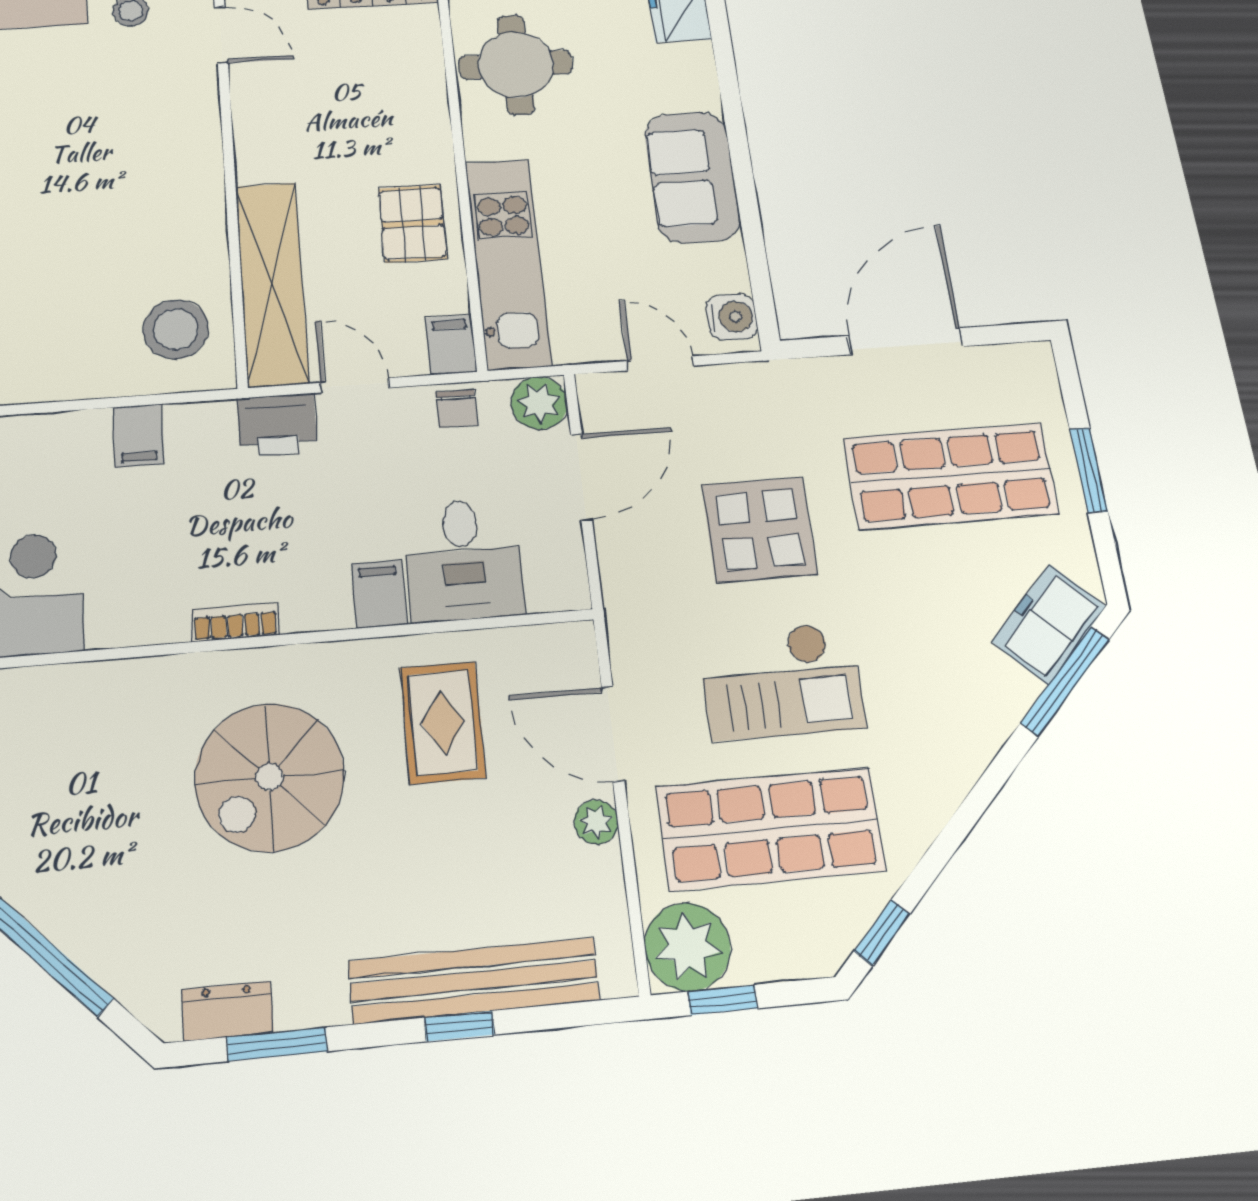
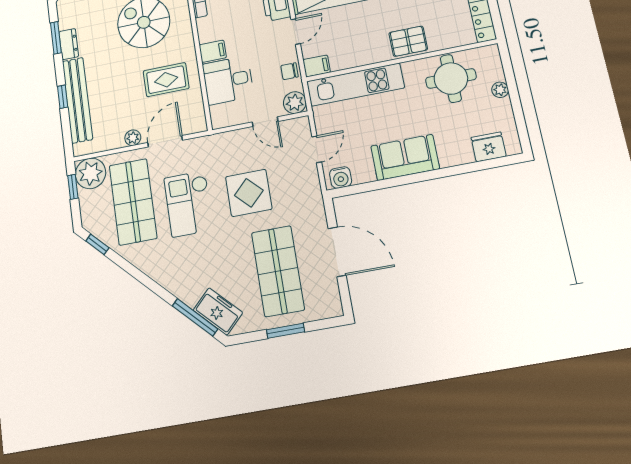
pallet: (413, 224) -> (408, 41), moved
door: (581, 477) -> (265, 122), width x0.73
dresser: (227, 1011) -> (69, 44), moved

